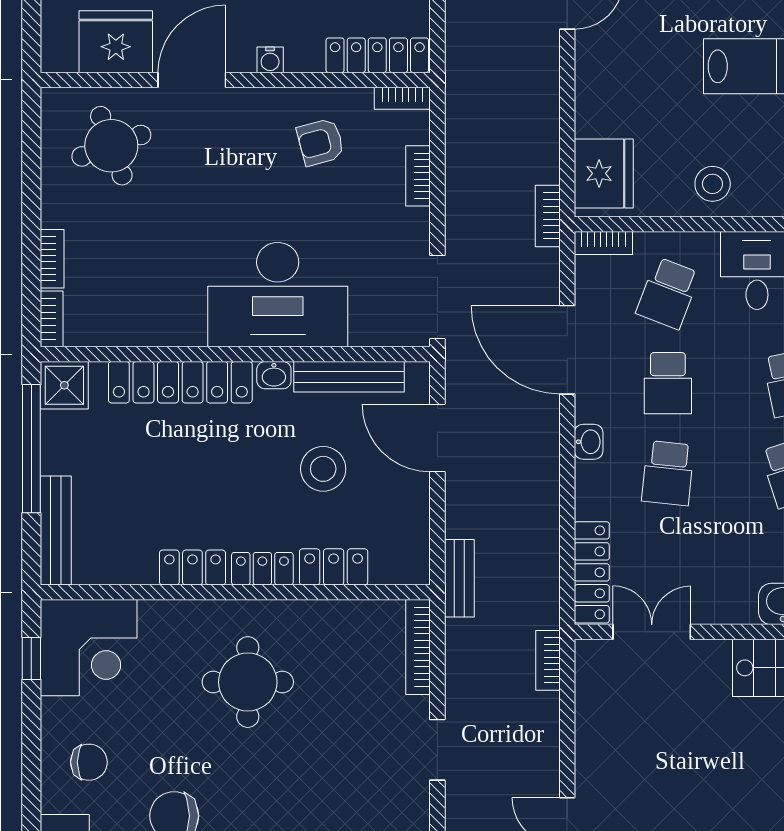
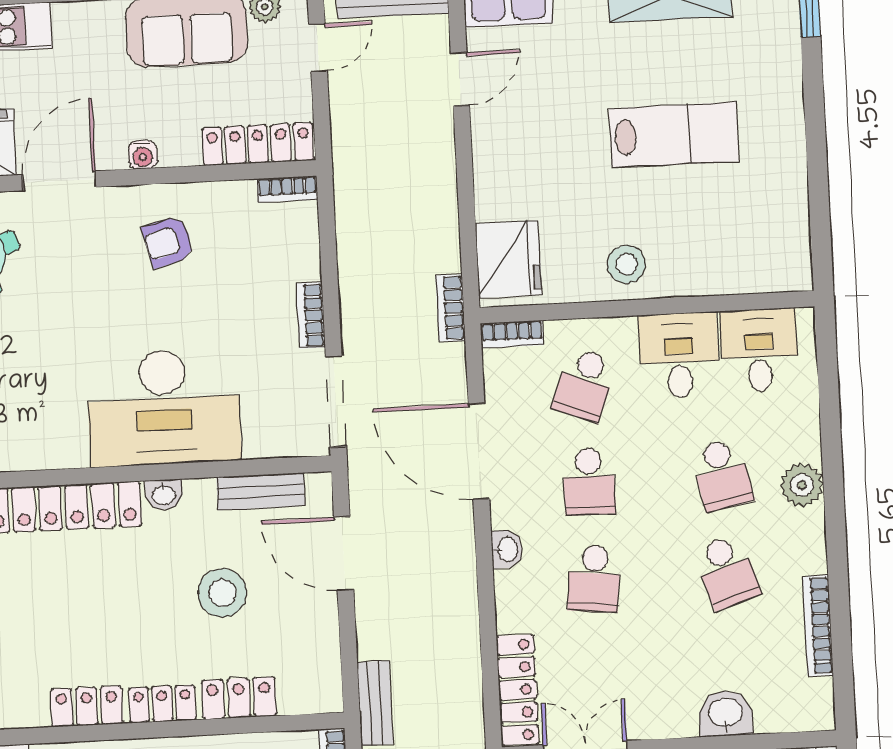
armchair: (321, 142) -> (168, 242), moved
bookcase: (418, 176) -> (311, 315), moved
bench: (349, 377) -> (261, 491), width x0.73

